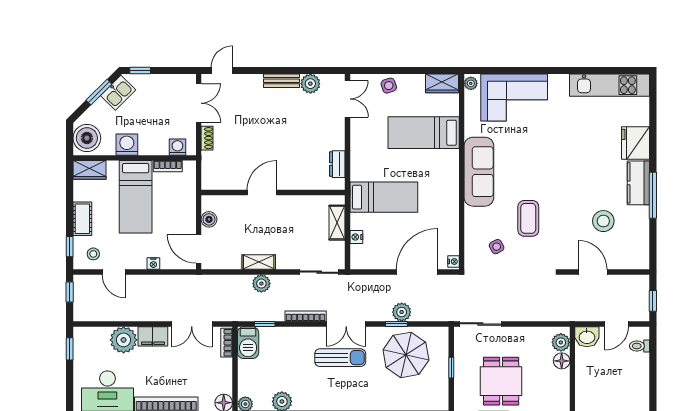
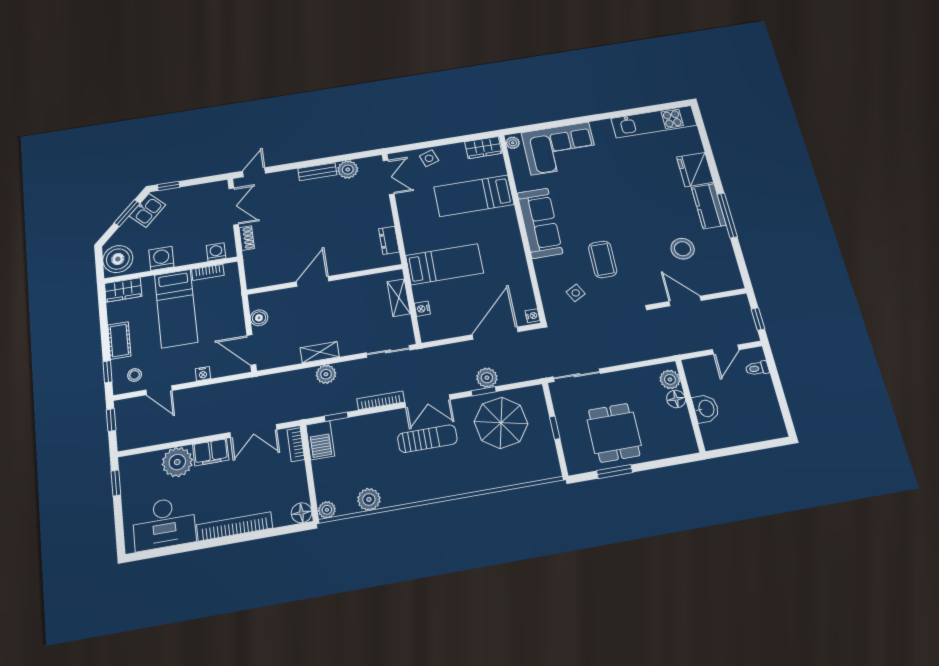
washbasin: (587, 337) -> (706, 409), moved, turned -90

